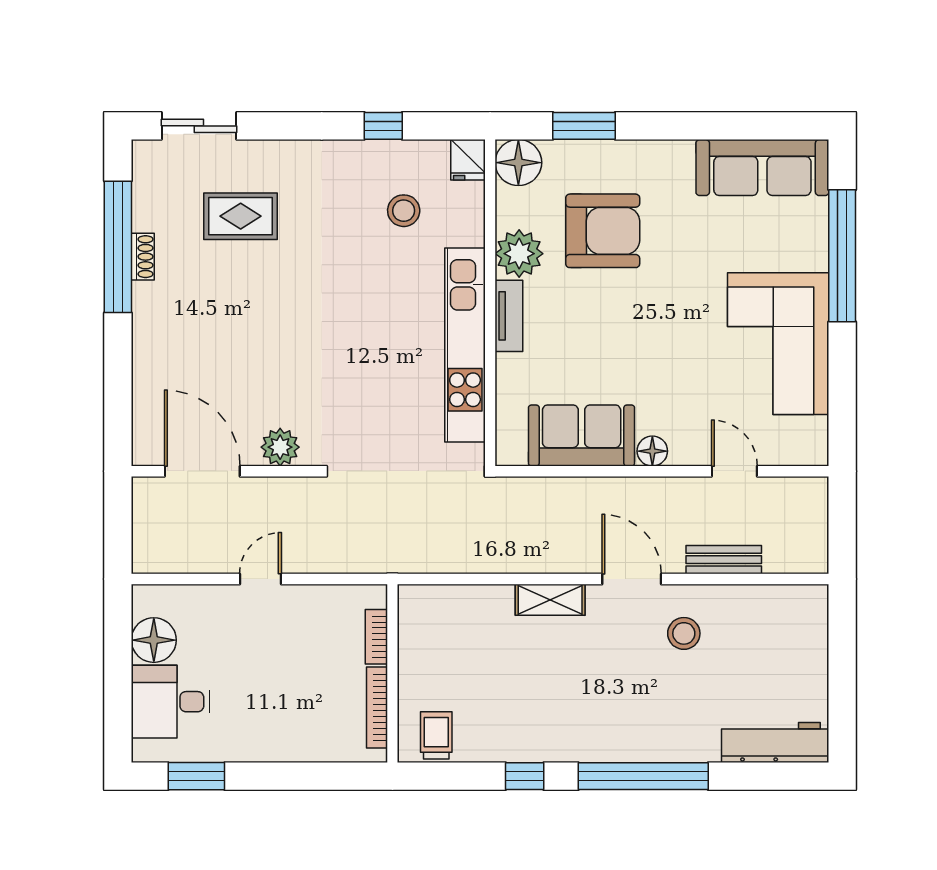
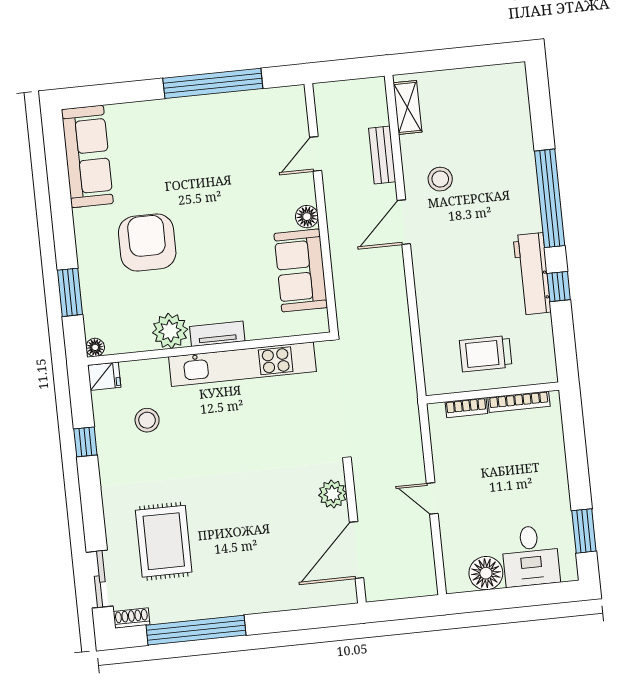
floor lamp: (518, 163) -> (95, 347), width x0.53, depth x0.53
rug: (241, 216) -> (164, 541), width x1.36, depth x1.43
armchair: (603, 231) -> (147, 243), moved
window: (842, 256) -> (213, 83), moved
shoe rack: (143, 257) -> (132, 618), moved
corner sofa: (778, 344) -> (217, 131), removed
shelving: (550, 600) -> (407, 107), moved
trolley: (436, 735) -> (486, 354), moved, width x1.36, depth x1.39
workbench: (775, 743) -> (532, 274), moved

